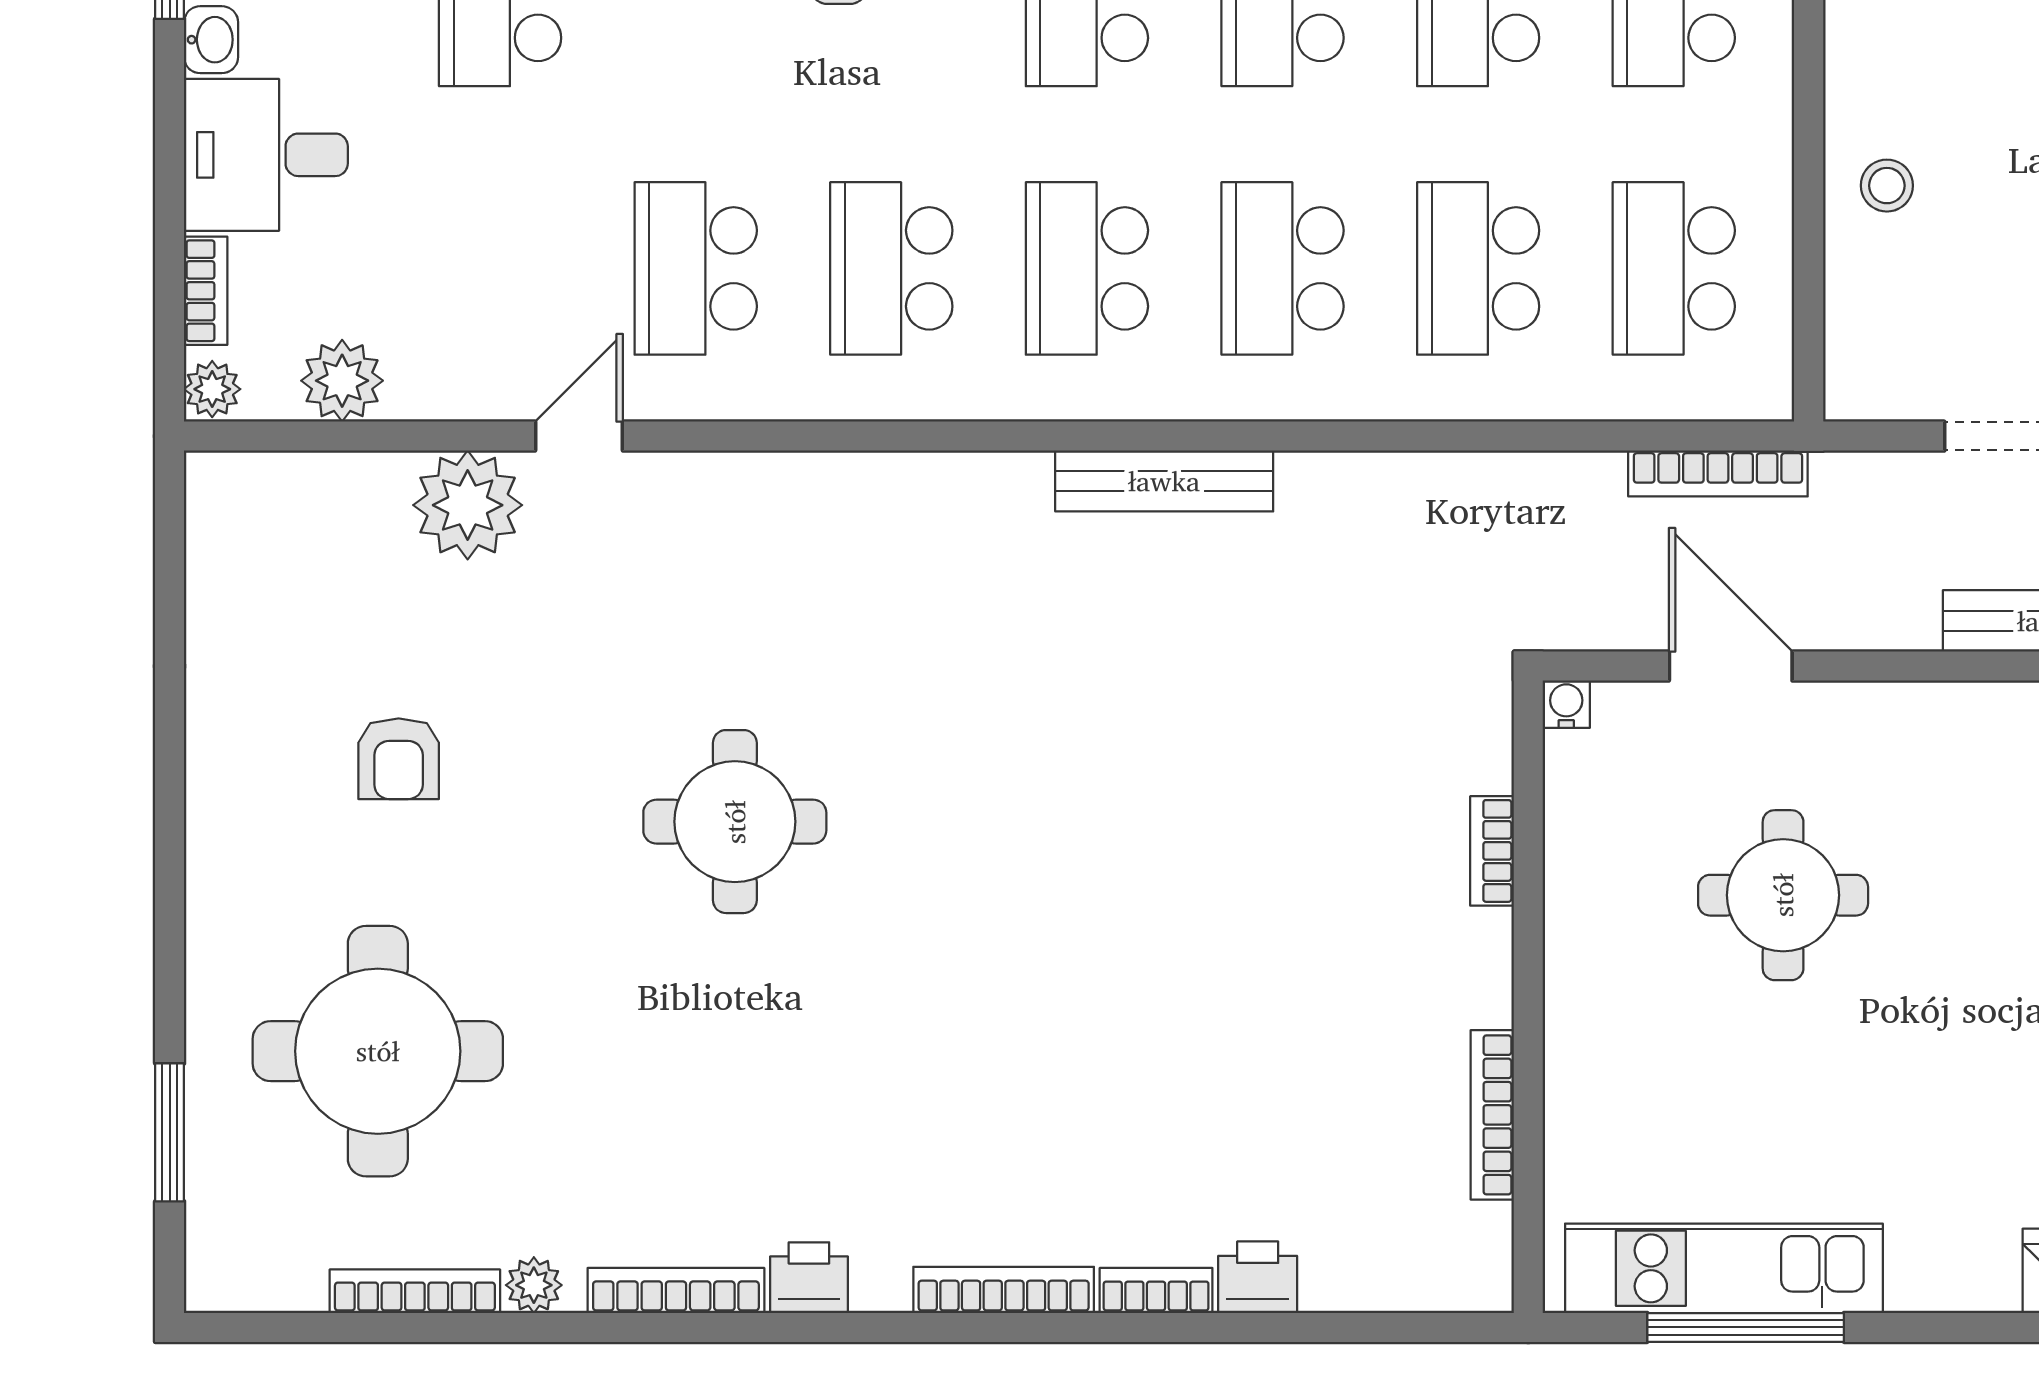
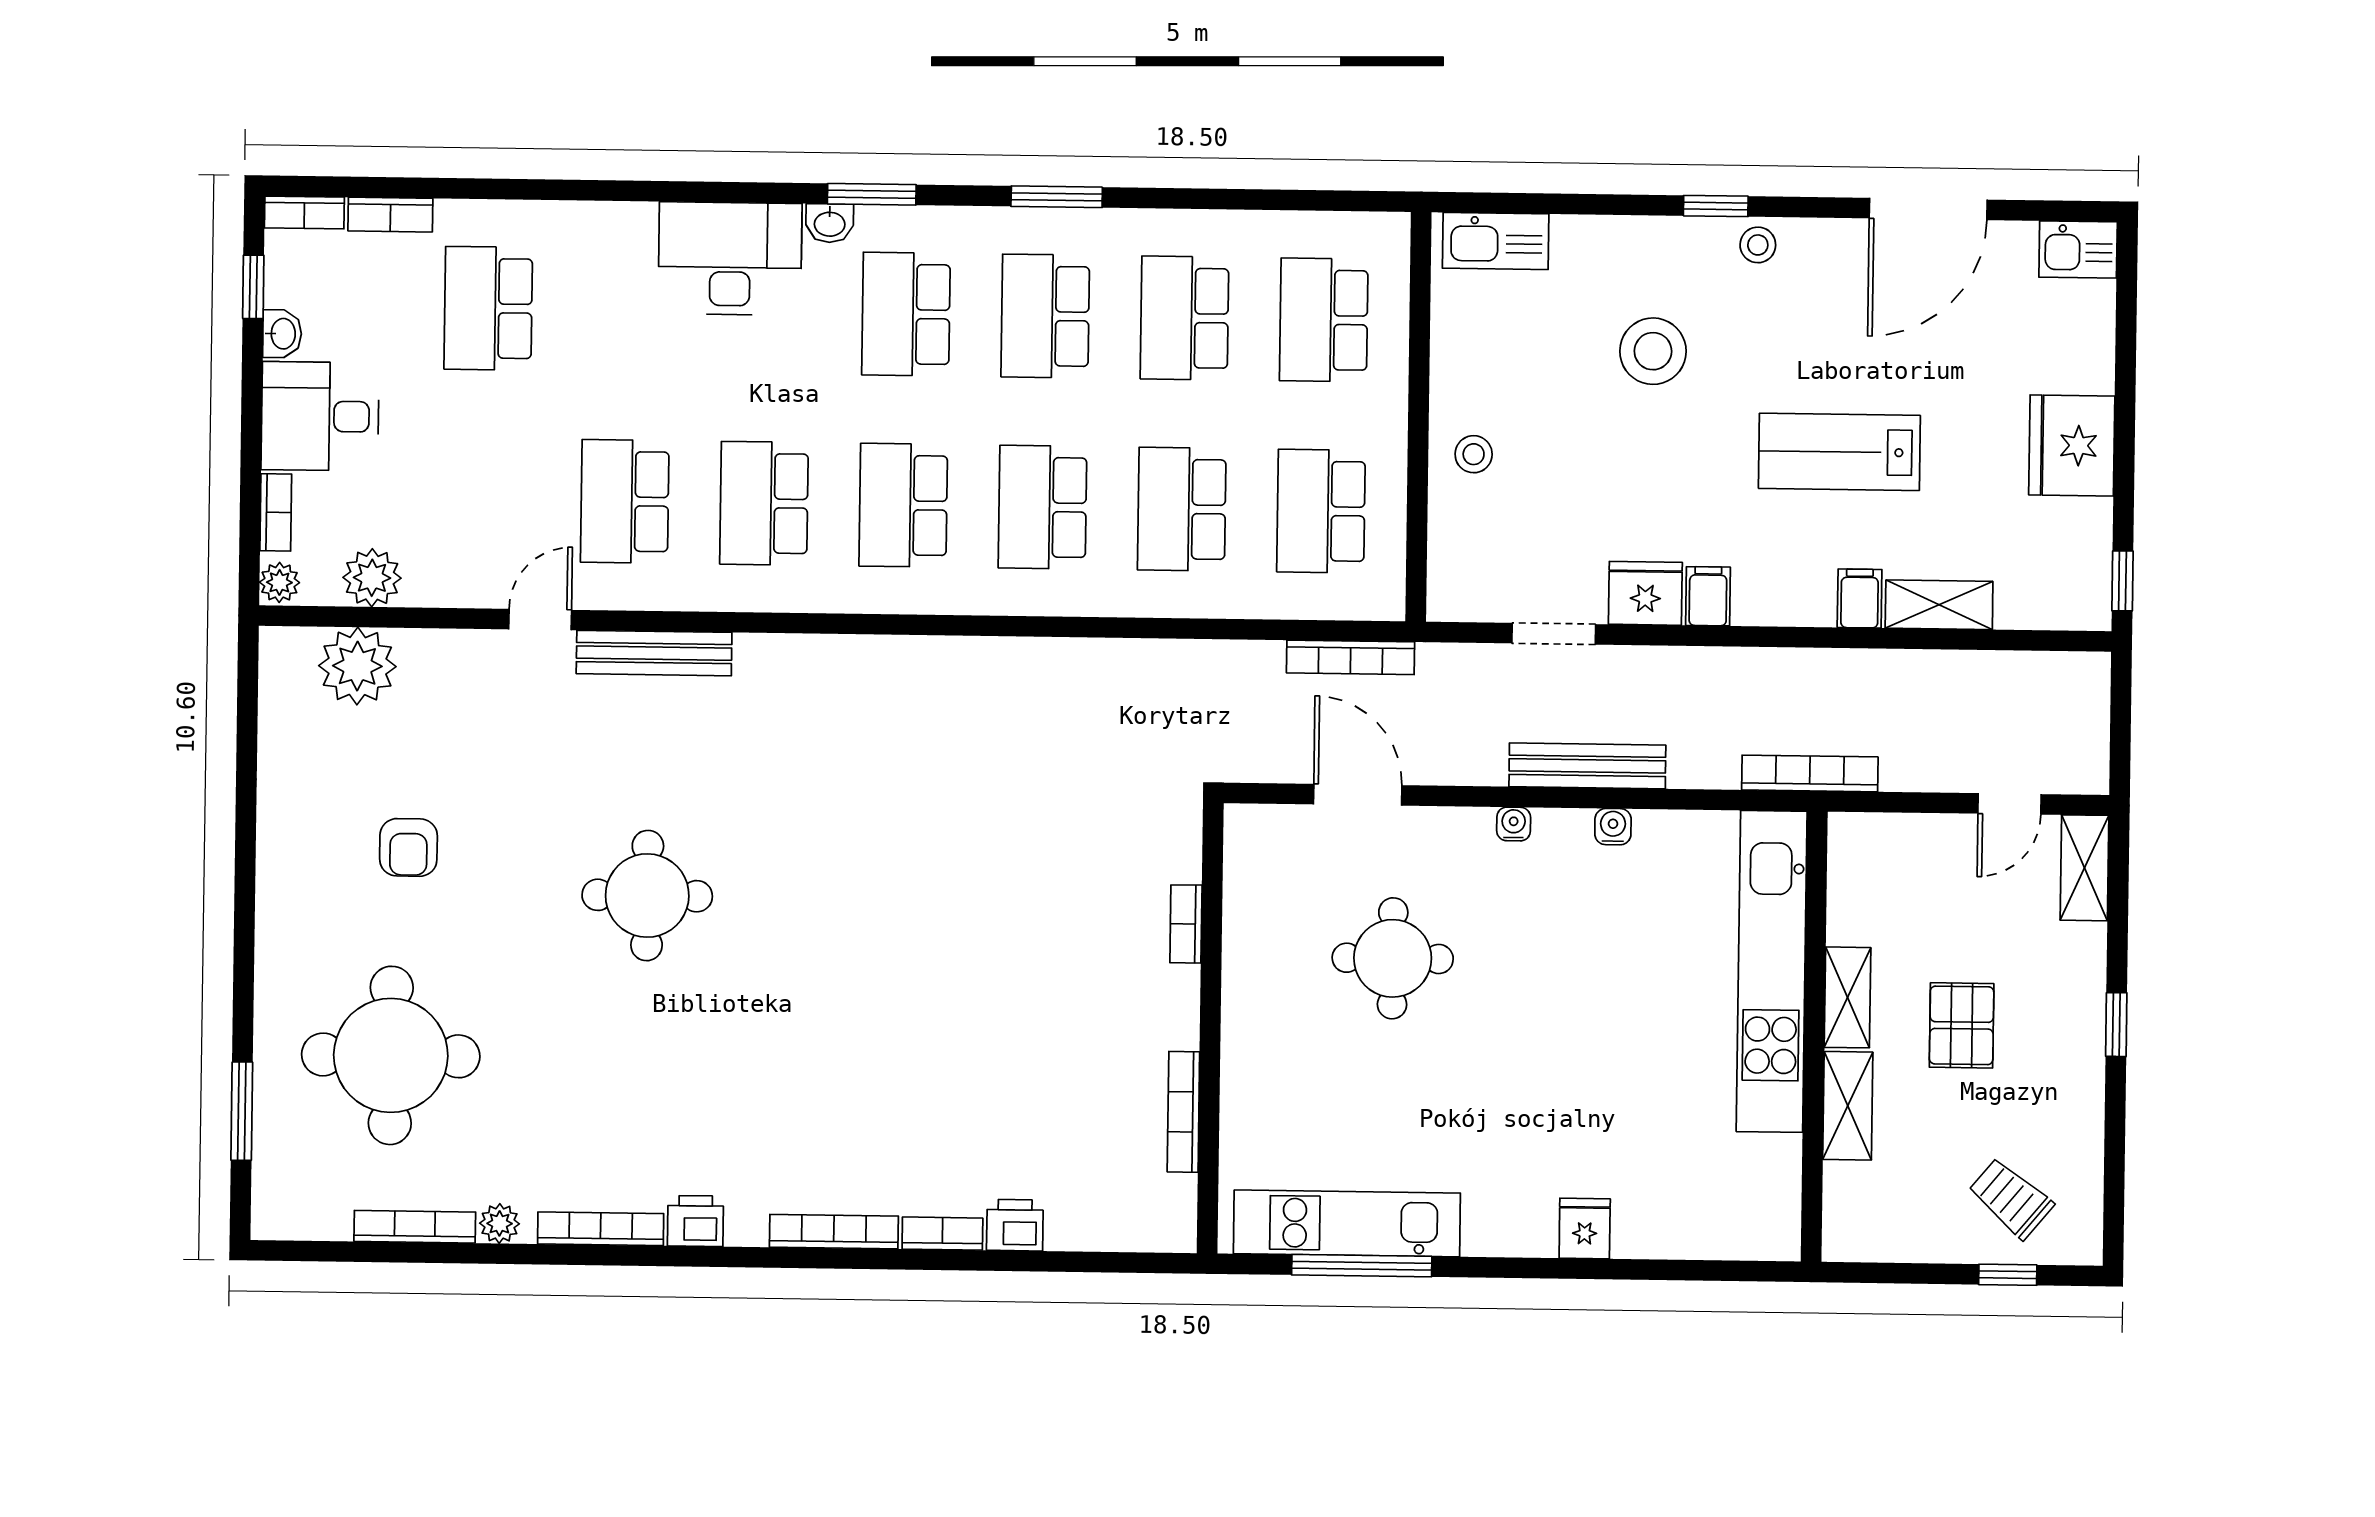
bench: (1164, 481) -> (654, 653), moved
plant: (468, 505) -> (357, 666), moved
water cooler: (1566, 704) -> (1514, 824), moved

